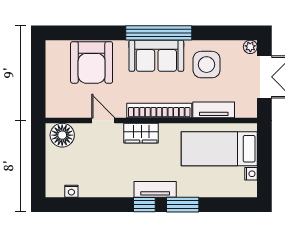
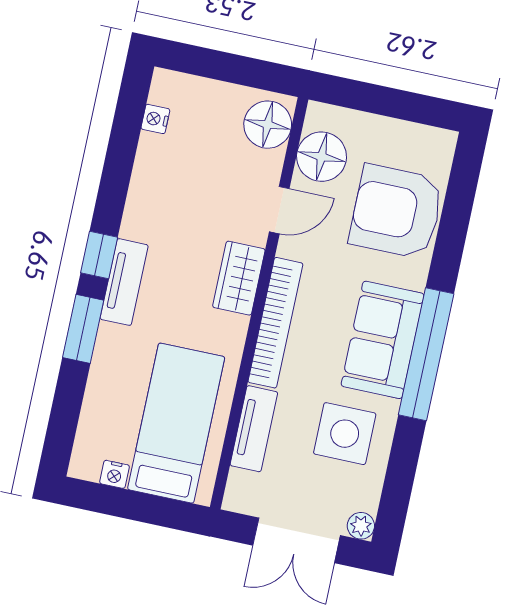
floor lamp: (72, 105) -> (322, 157), added

